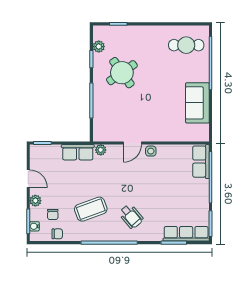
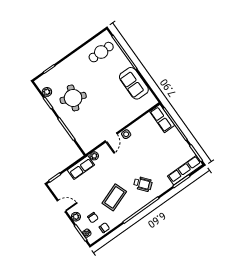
round table: (122, 73) -> (73, 98), turned -33

